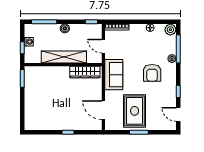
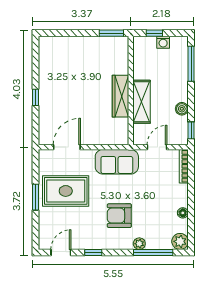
boiler: (65, 28) -> (182, 109), moved
shelving: (64, 57) -> (142, 102), width x0.68
wardrobe: (85, 72) -> (120, 96), moved

